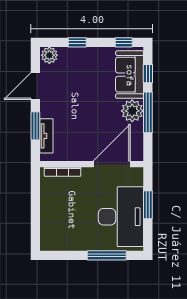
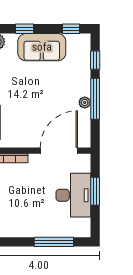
sofa: (130, 75) -> (42, 47), moved, turned -90
plant: (132, 111) -> (85, 102), width x0.53, depth x0.53
desk: (121, 217) -> (73, 195), width x0.73, depth x0.77

